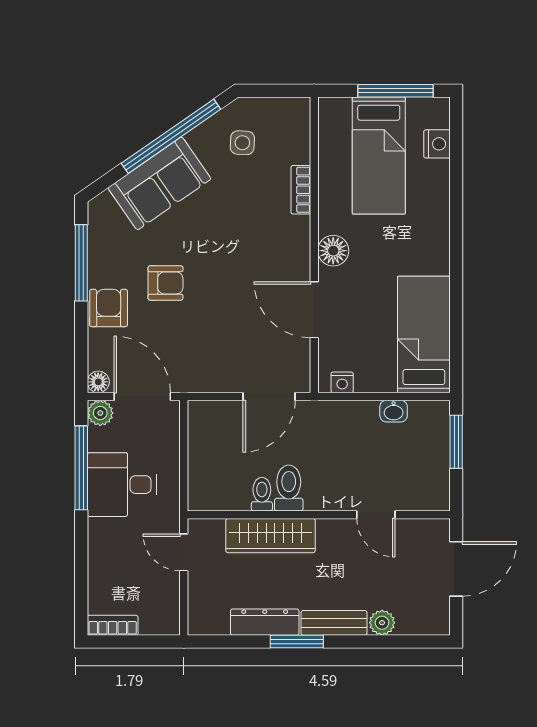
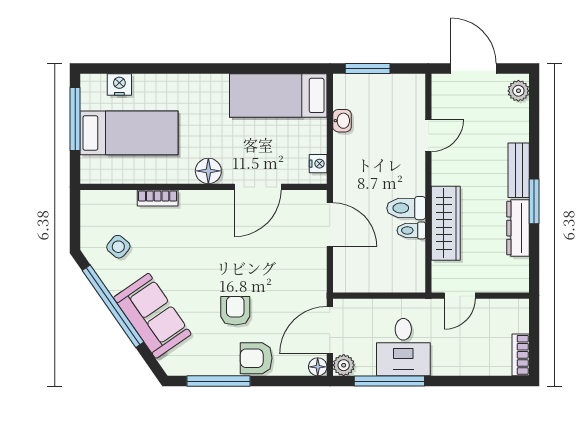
side table: (242, 143) -> (118, 247), turned 37
plant: (382, 623) -> (518, 91), moved

